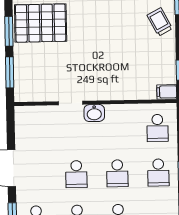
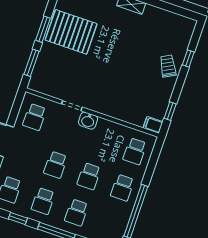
school desk: (35, 130) -> (35, 117), added

